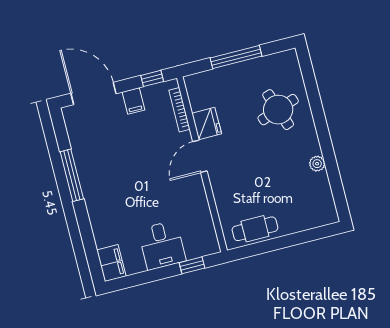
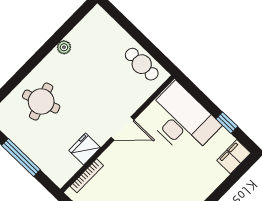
door: (200, 156) -> (123, 129), moved
desk: (162, 245) -> (182, 120), width x1.87, depth x1.30
window: (192, 265) -> (227, 123), moved

